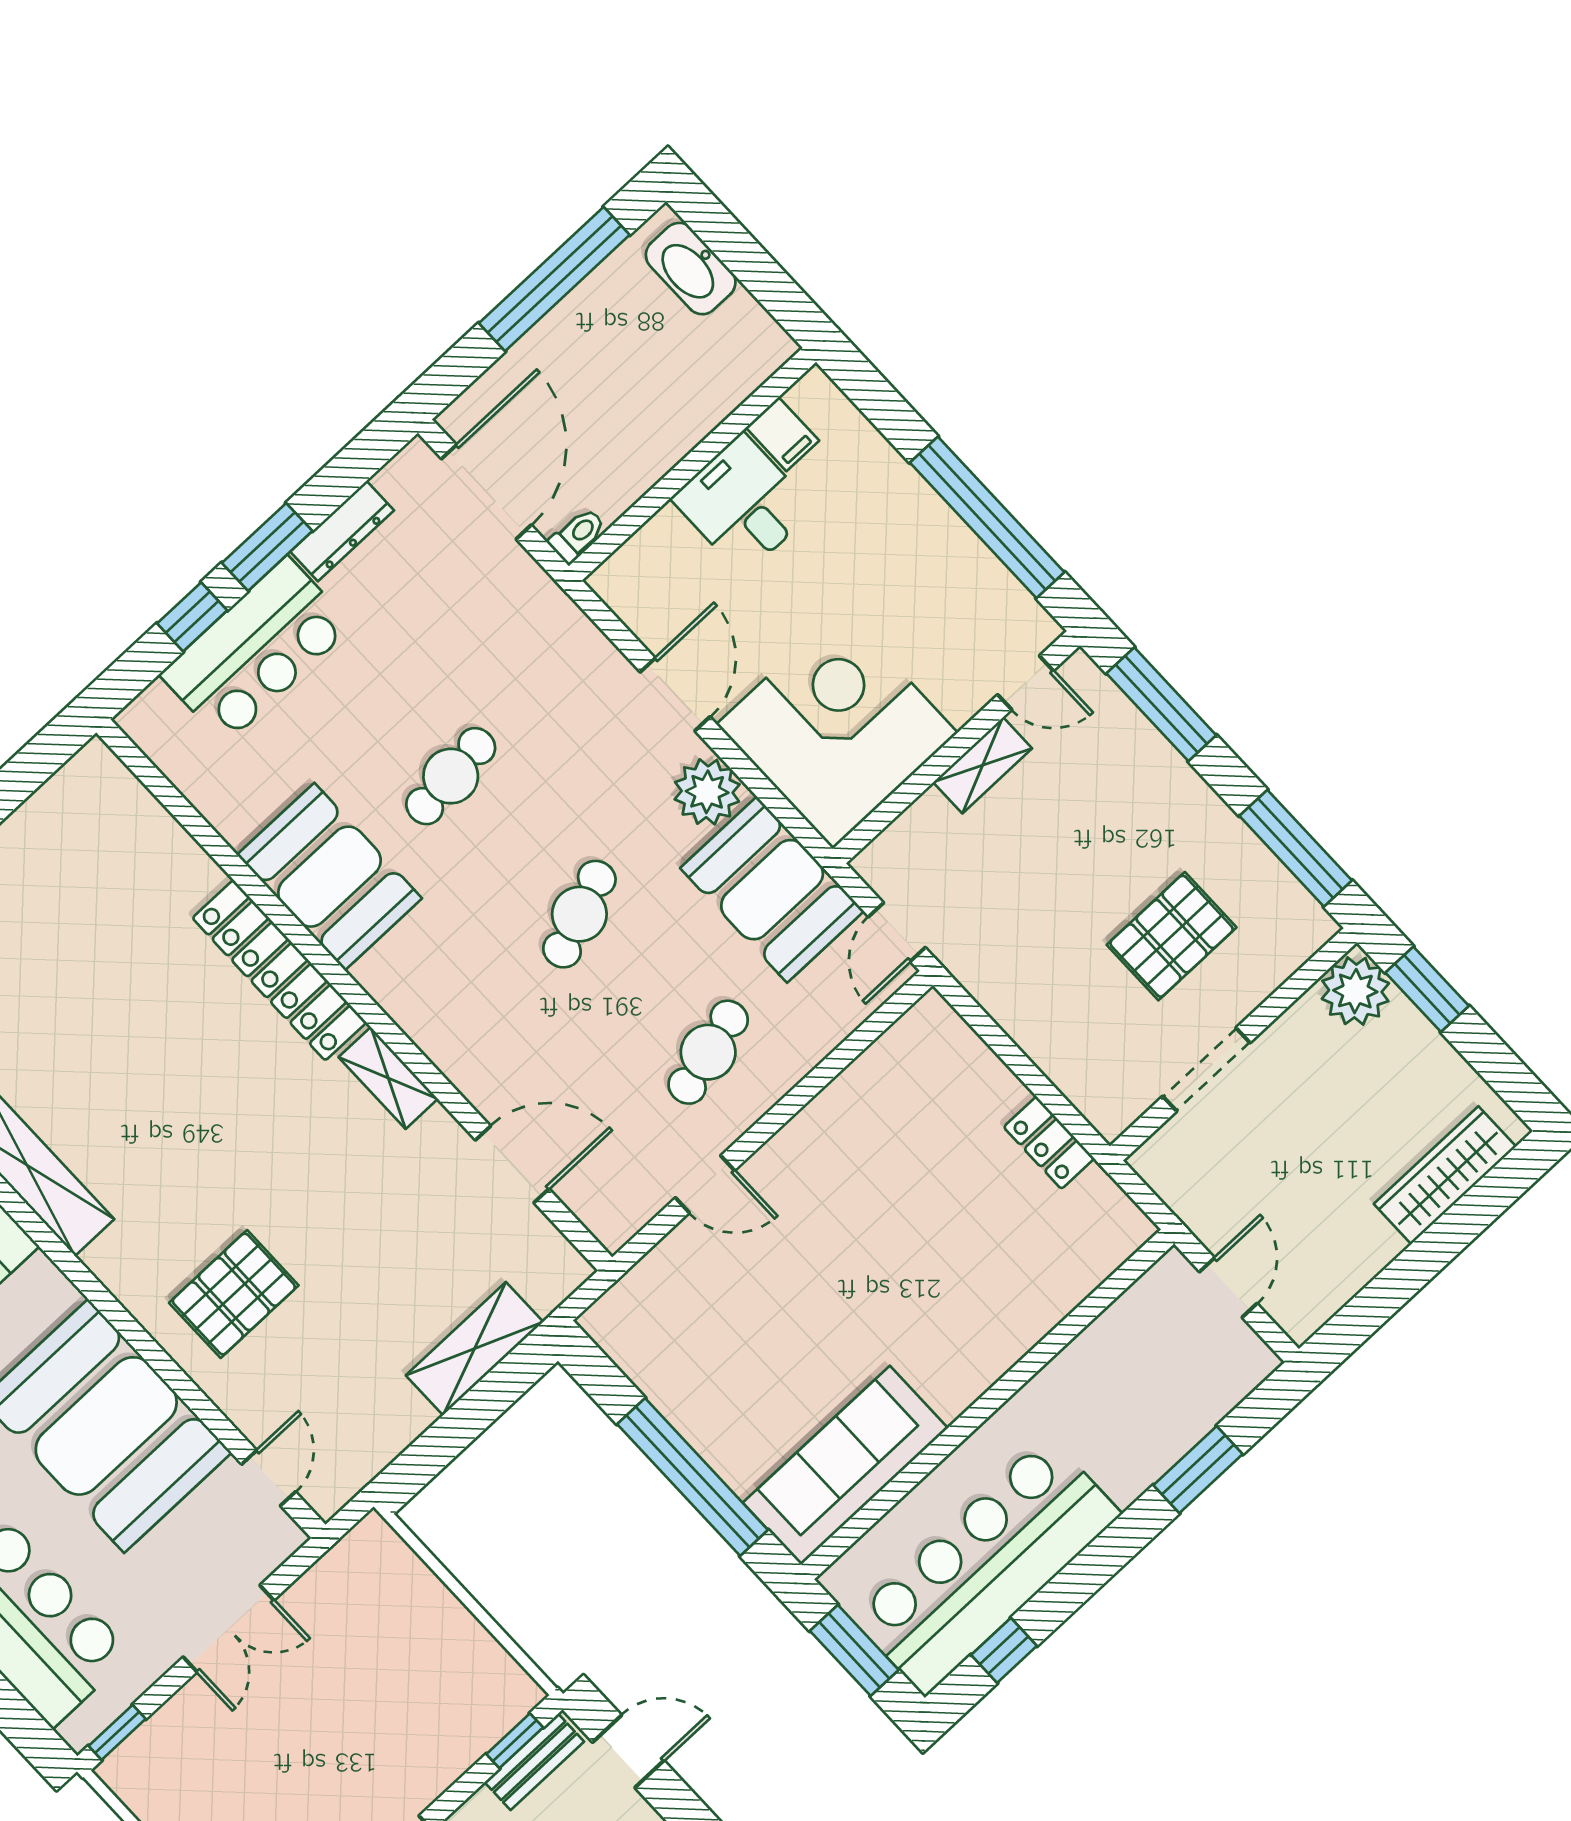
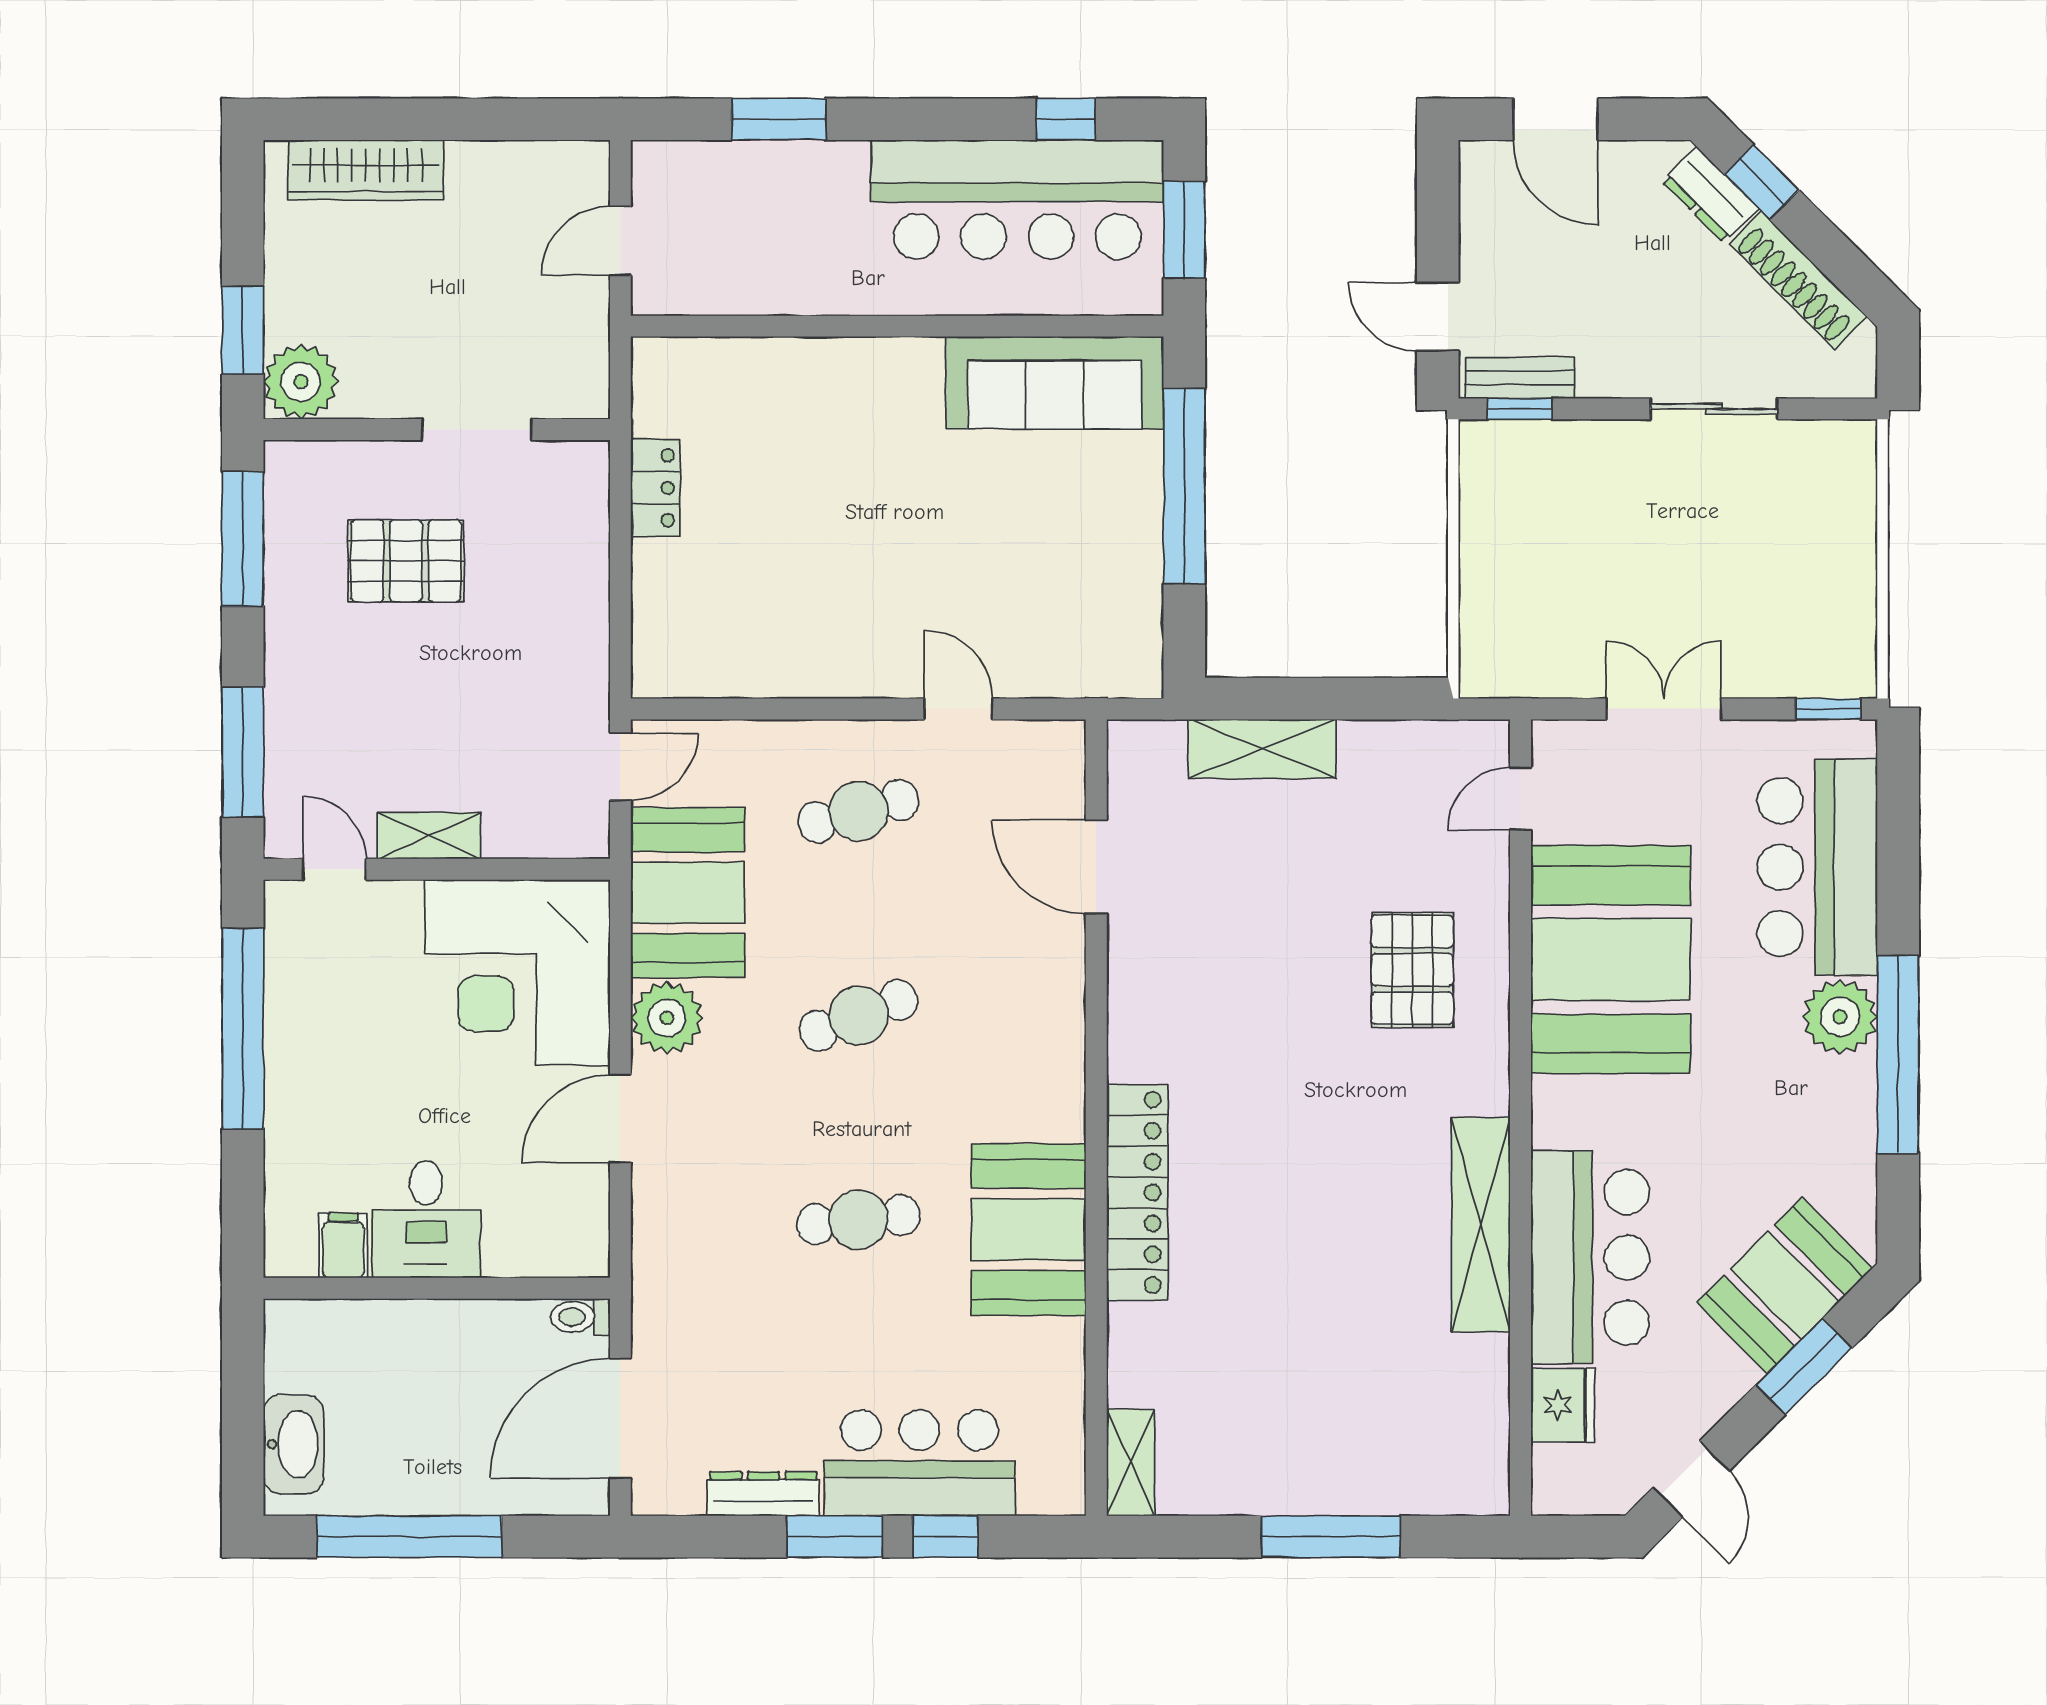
shelving: (388, 1078) -> (1131, 1463), moved
pallet: (234, 1294) -> (1412, 970), turned 90

